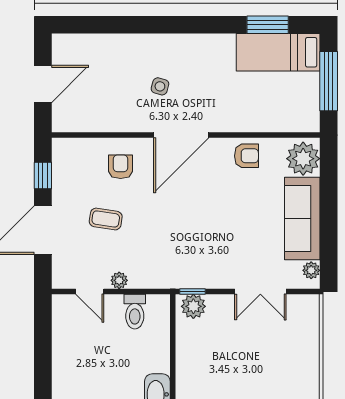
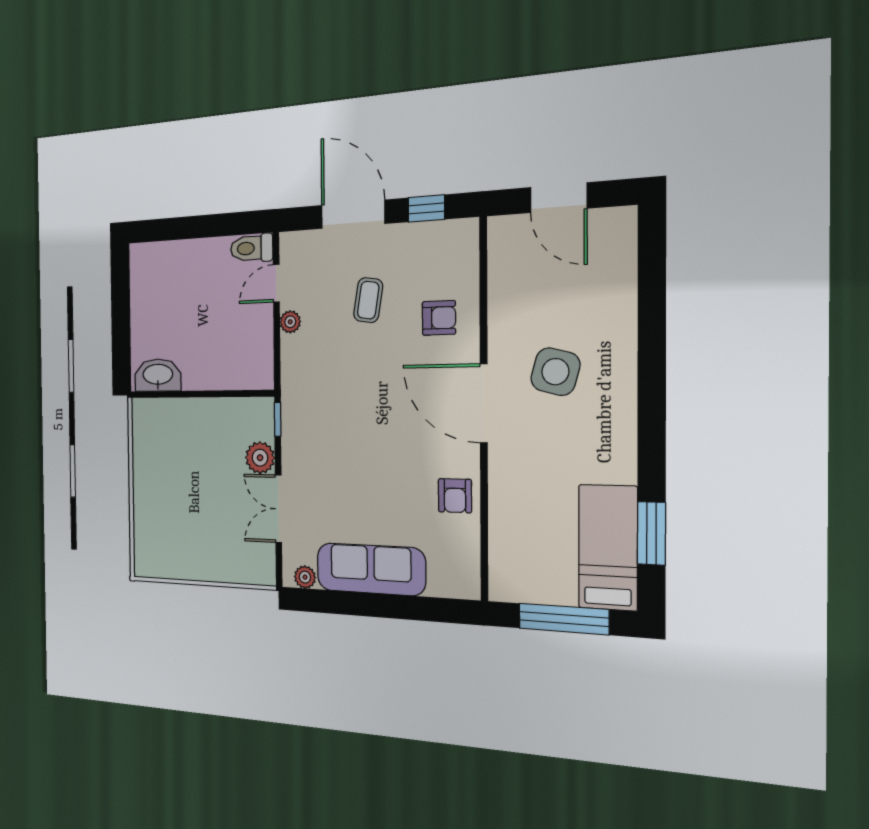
side table: (160, 86) -> (555, 372), width x1.87, depth x1.87
plant: (303, 159) -> (451, 575), removed
plant: (193, 306) -> (260, 458), moved
toilet: (135, 312) -> (252, 248), moved

